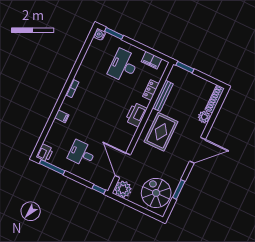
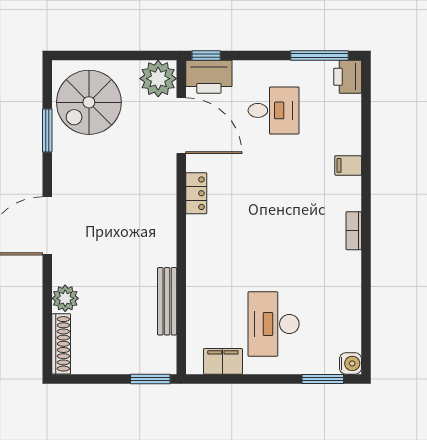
desk: (123, 66) -> (274, 324), turned 180
locker: (151, 90) -> (196, 193), moved
printer: (136, 115) -> (209, 77), moved, turned 90
rug: (161, 132) -> (137, 228), removed
spiral stairs: (156, 193) -> (89, 102), turned 90

